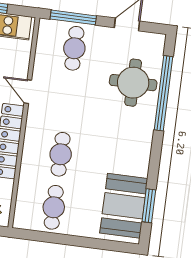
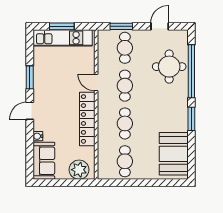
window: (73, 17) -> (121, 26), width x0.69
cafe table: (67, 101) -> (125, 86), added
window: (149, 206) -> (191, 119), moved

